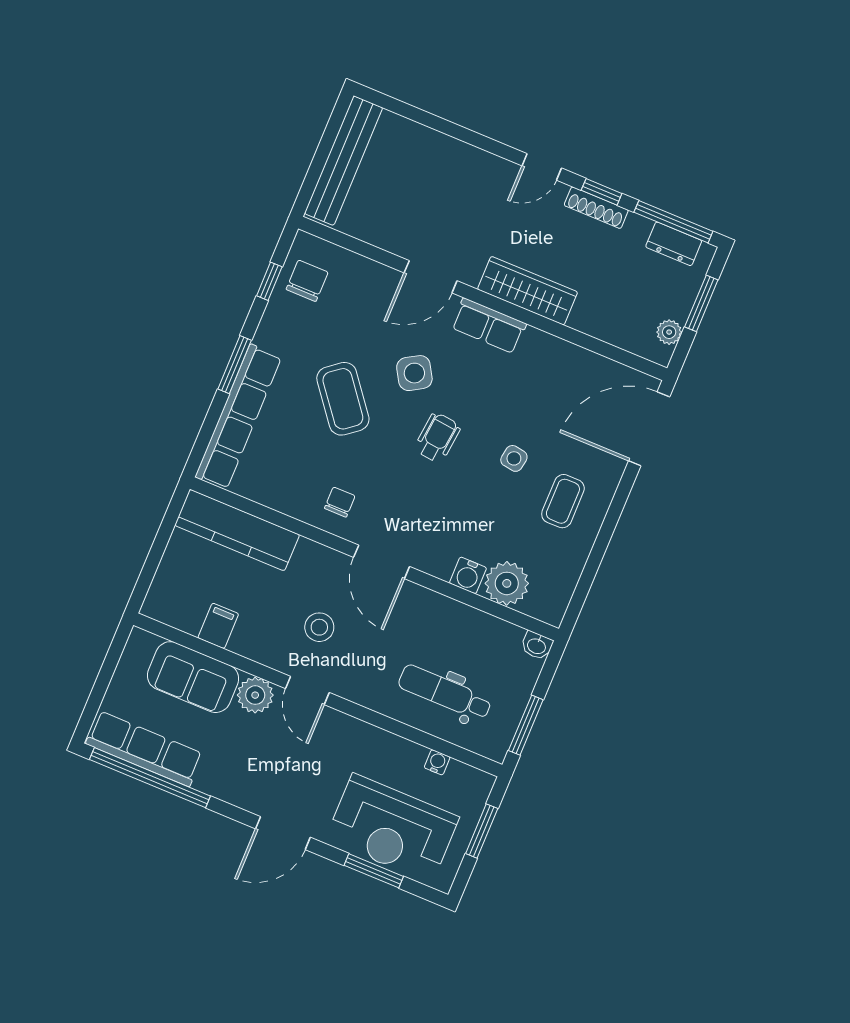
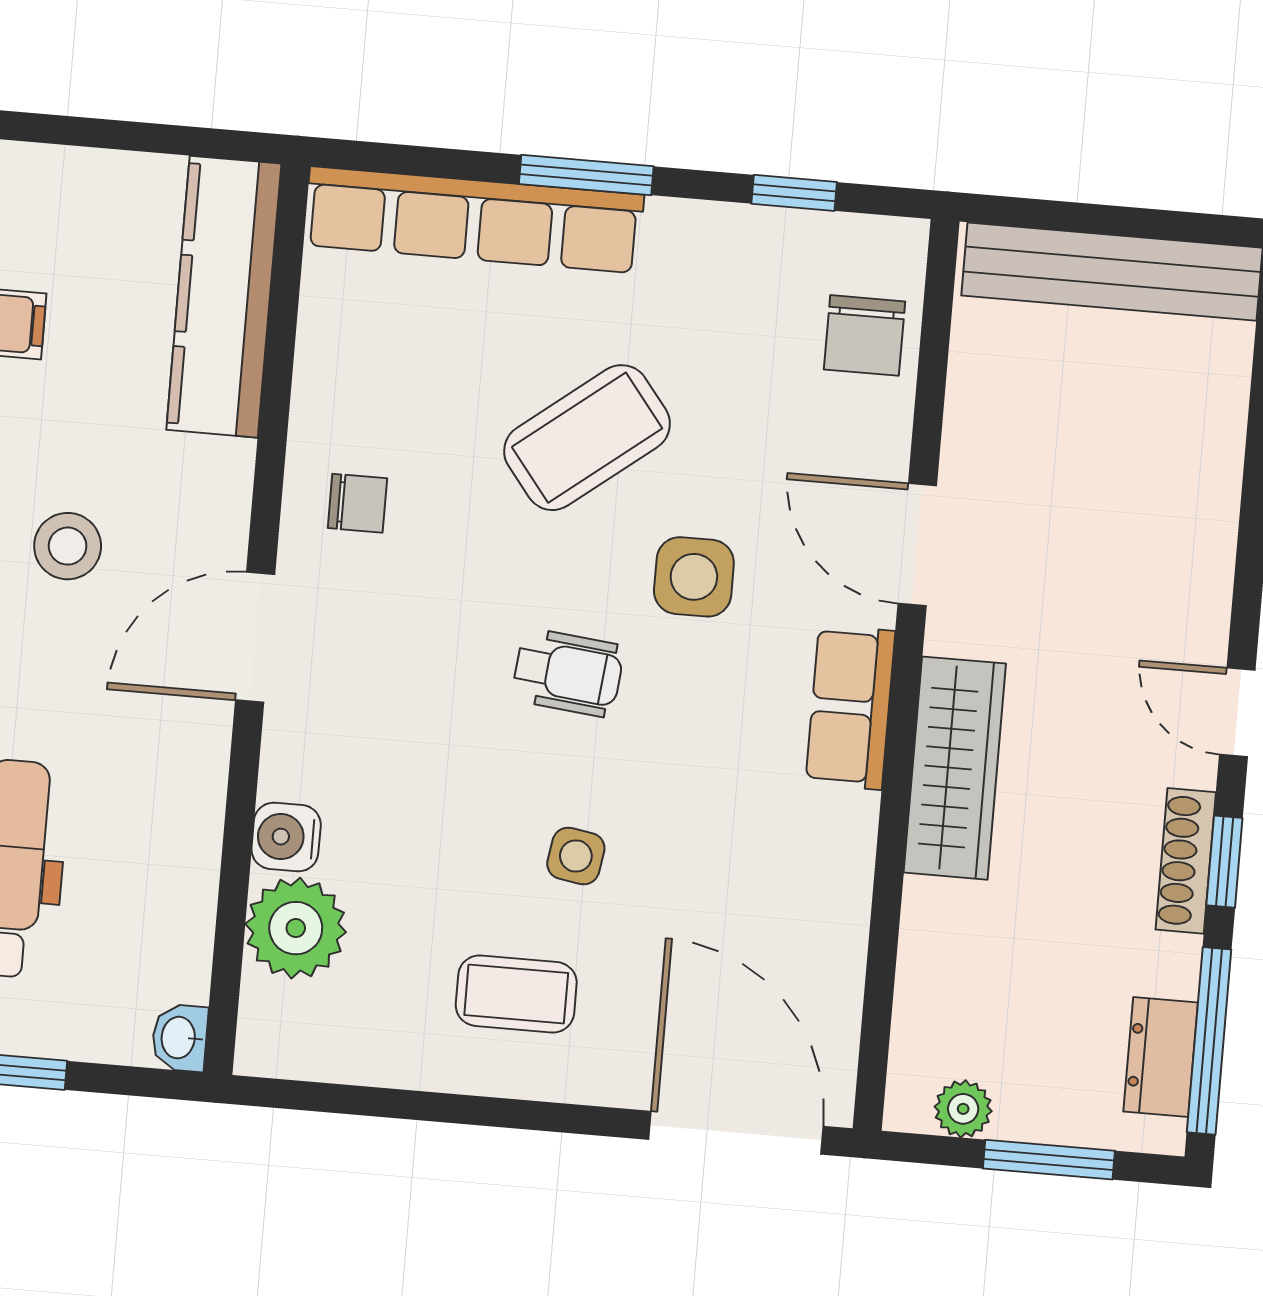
chair: (307, 281) -> (865, 335), moved, turned 90
side table: (414, 373) -> (694, 577), turned 31

